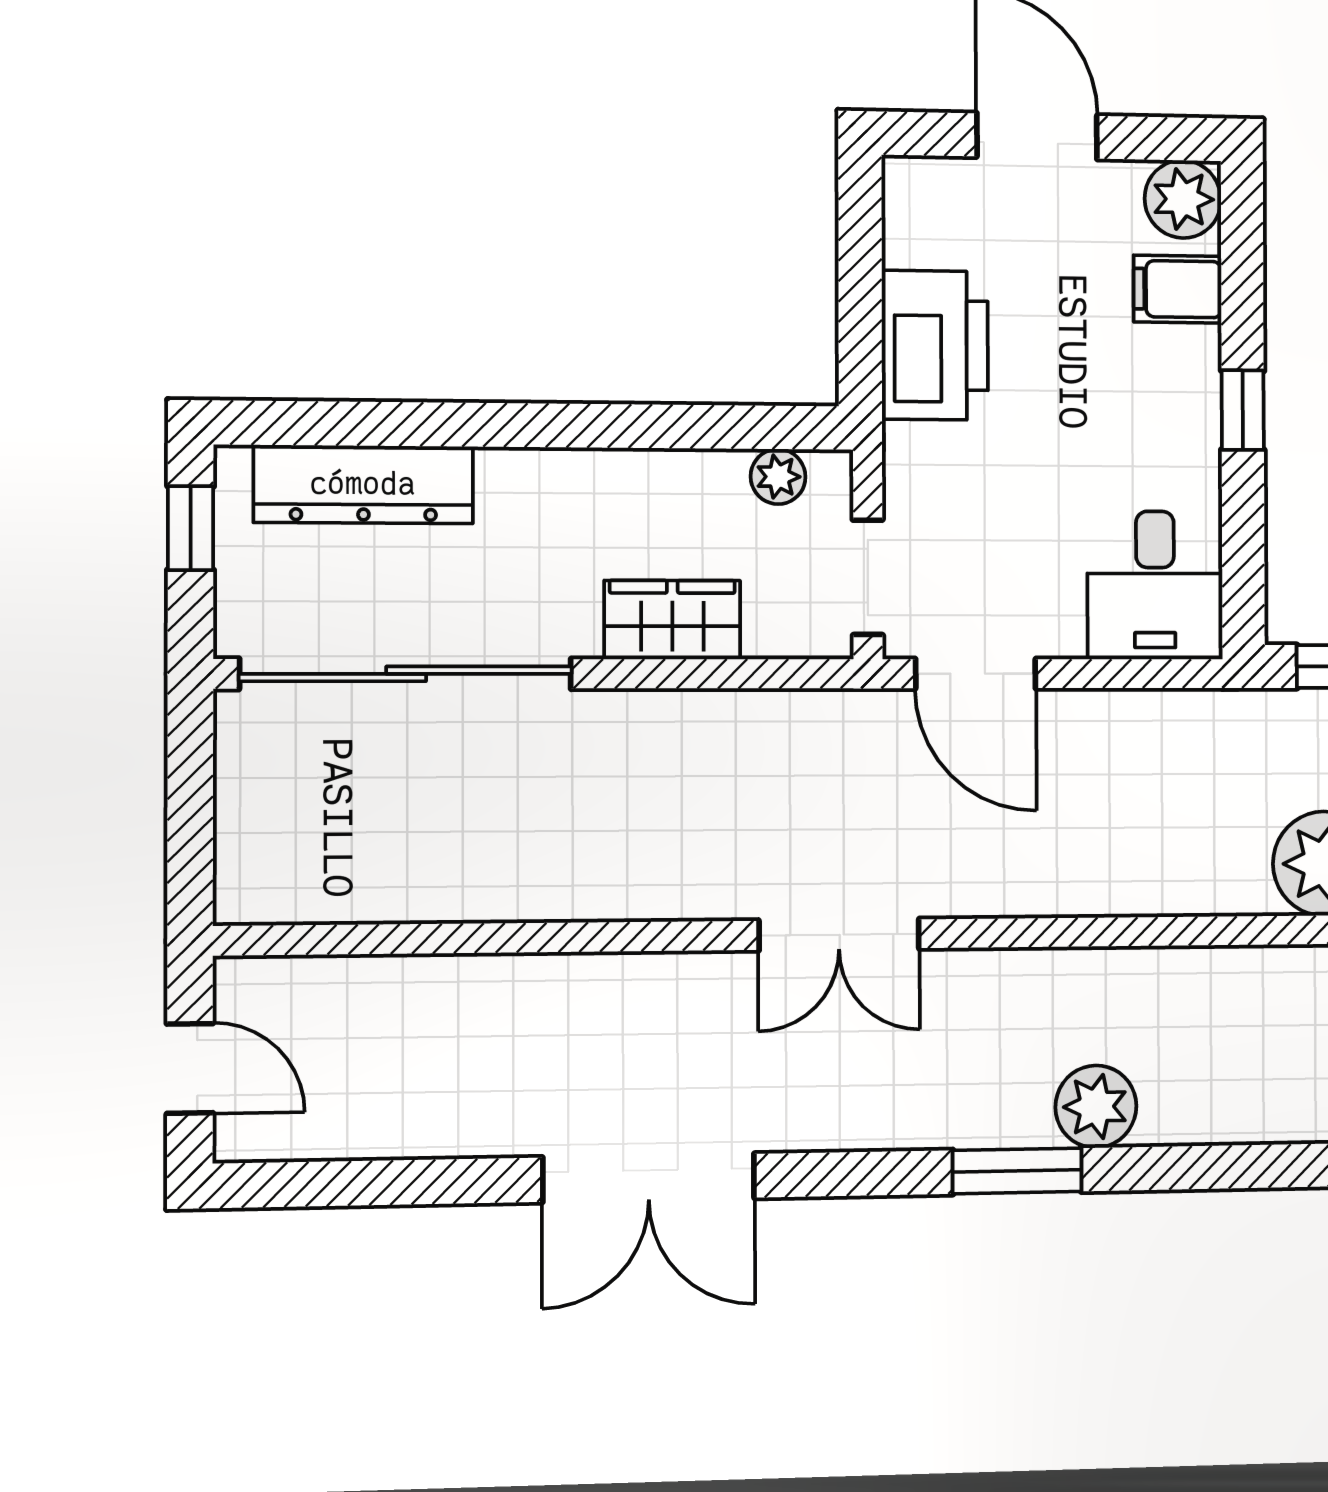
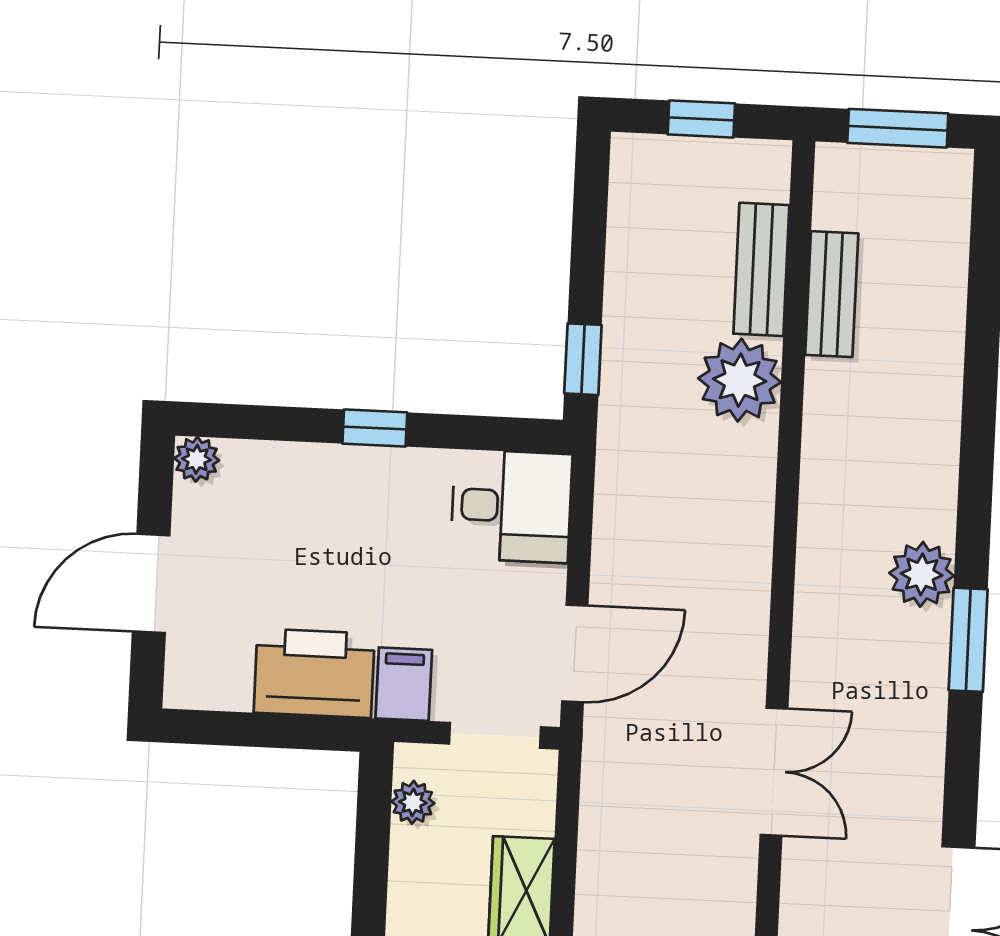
plant: (1183, 199) -> (197, 459), width x0.73, depth x0.73
filing cabinet: (1178, 289) -> (404, 684), moved, turned 180

